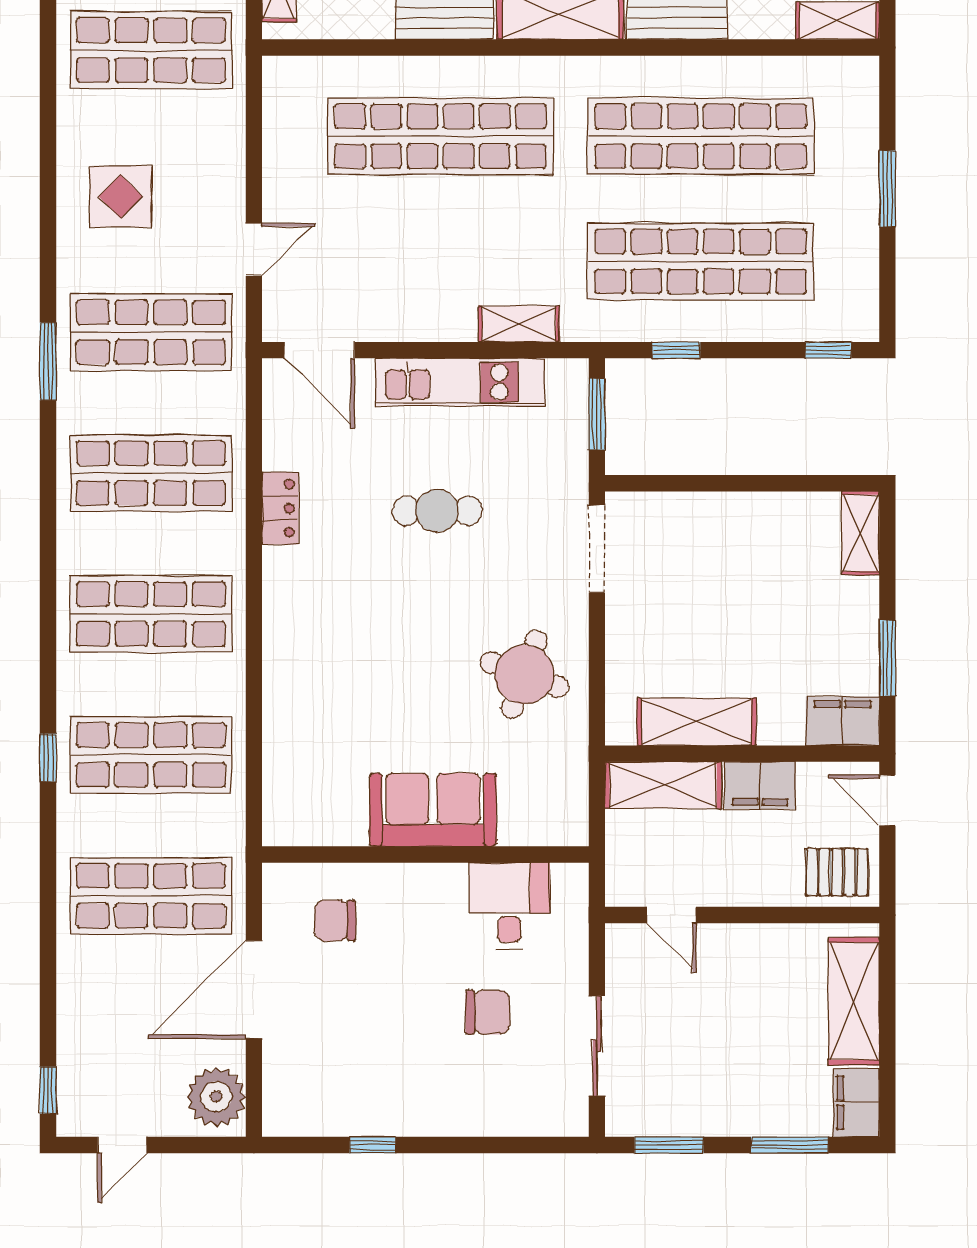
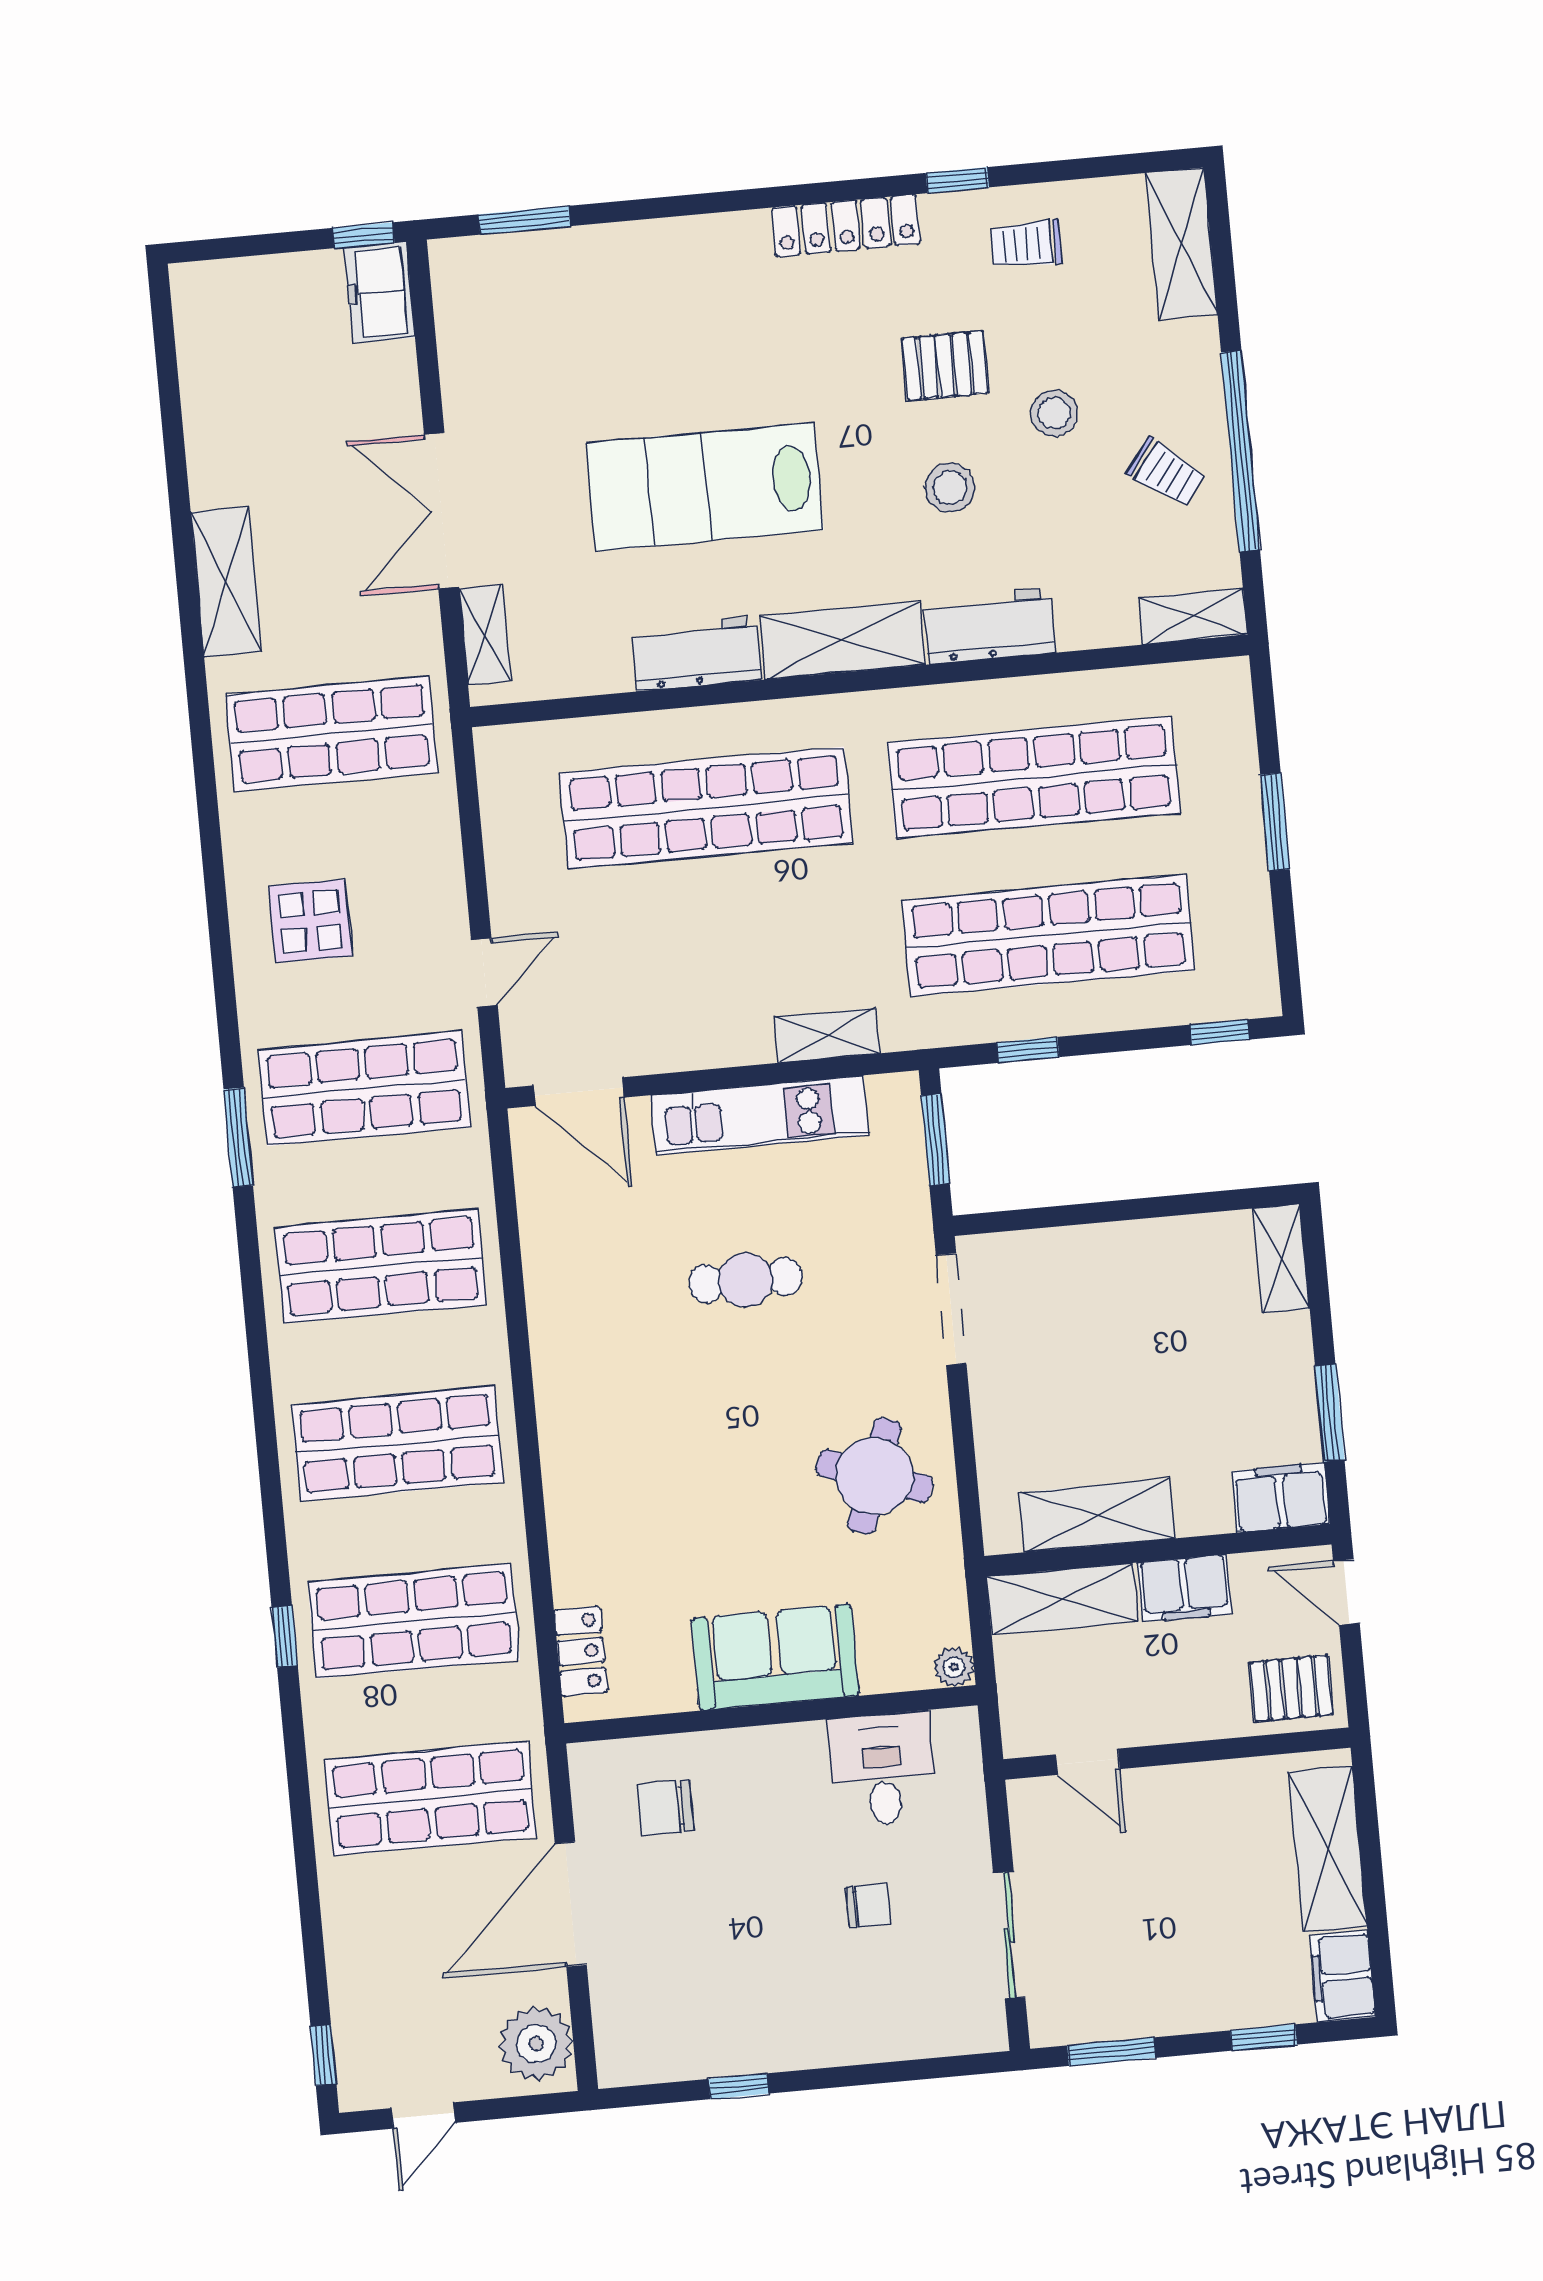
locker: (280, 508) -> (581, 1651), moved
plant: (573, 831) -> (954, 1667), added
chair: (488, 1012) -> (868, 1905), width x0.73, depth x0.73
window: (790, 1145) -> (1264, 2038), width x0.67

